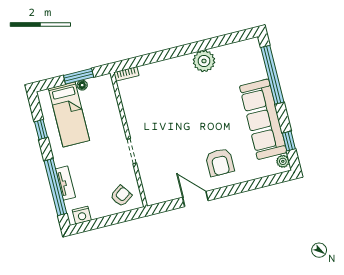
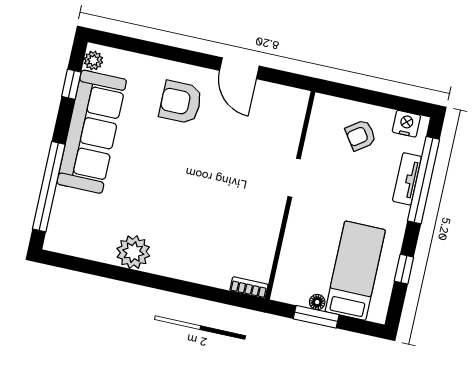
armchair: (220, 162) -> (181, 102), turned -90
armchair: (121, 196) -> (361, 135), moved

